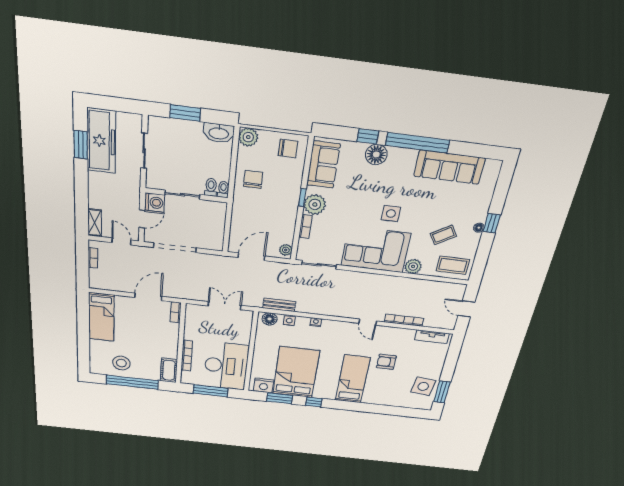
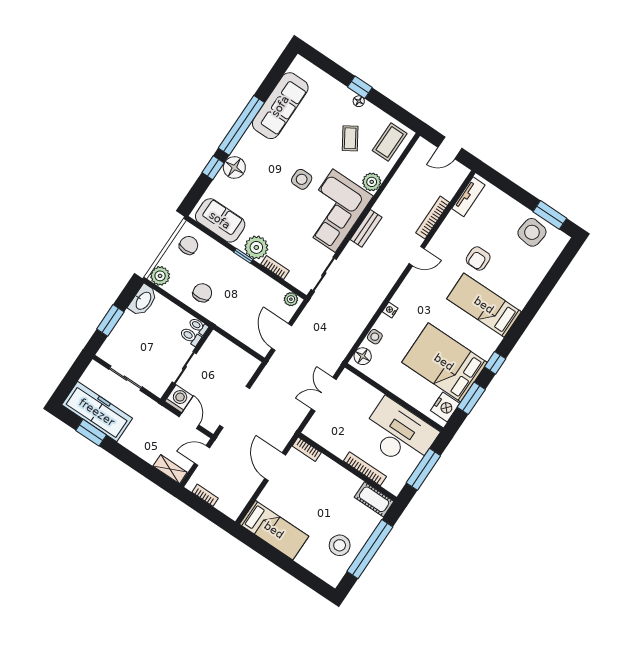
chair: (253, 179) -> (202, 293), turned 82
bench: (279, 305) -> (366, 228), moved

